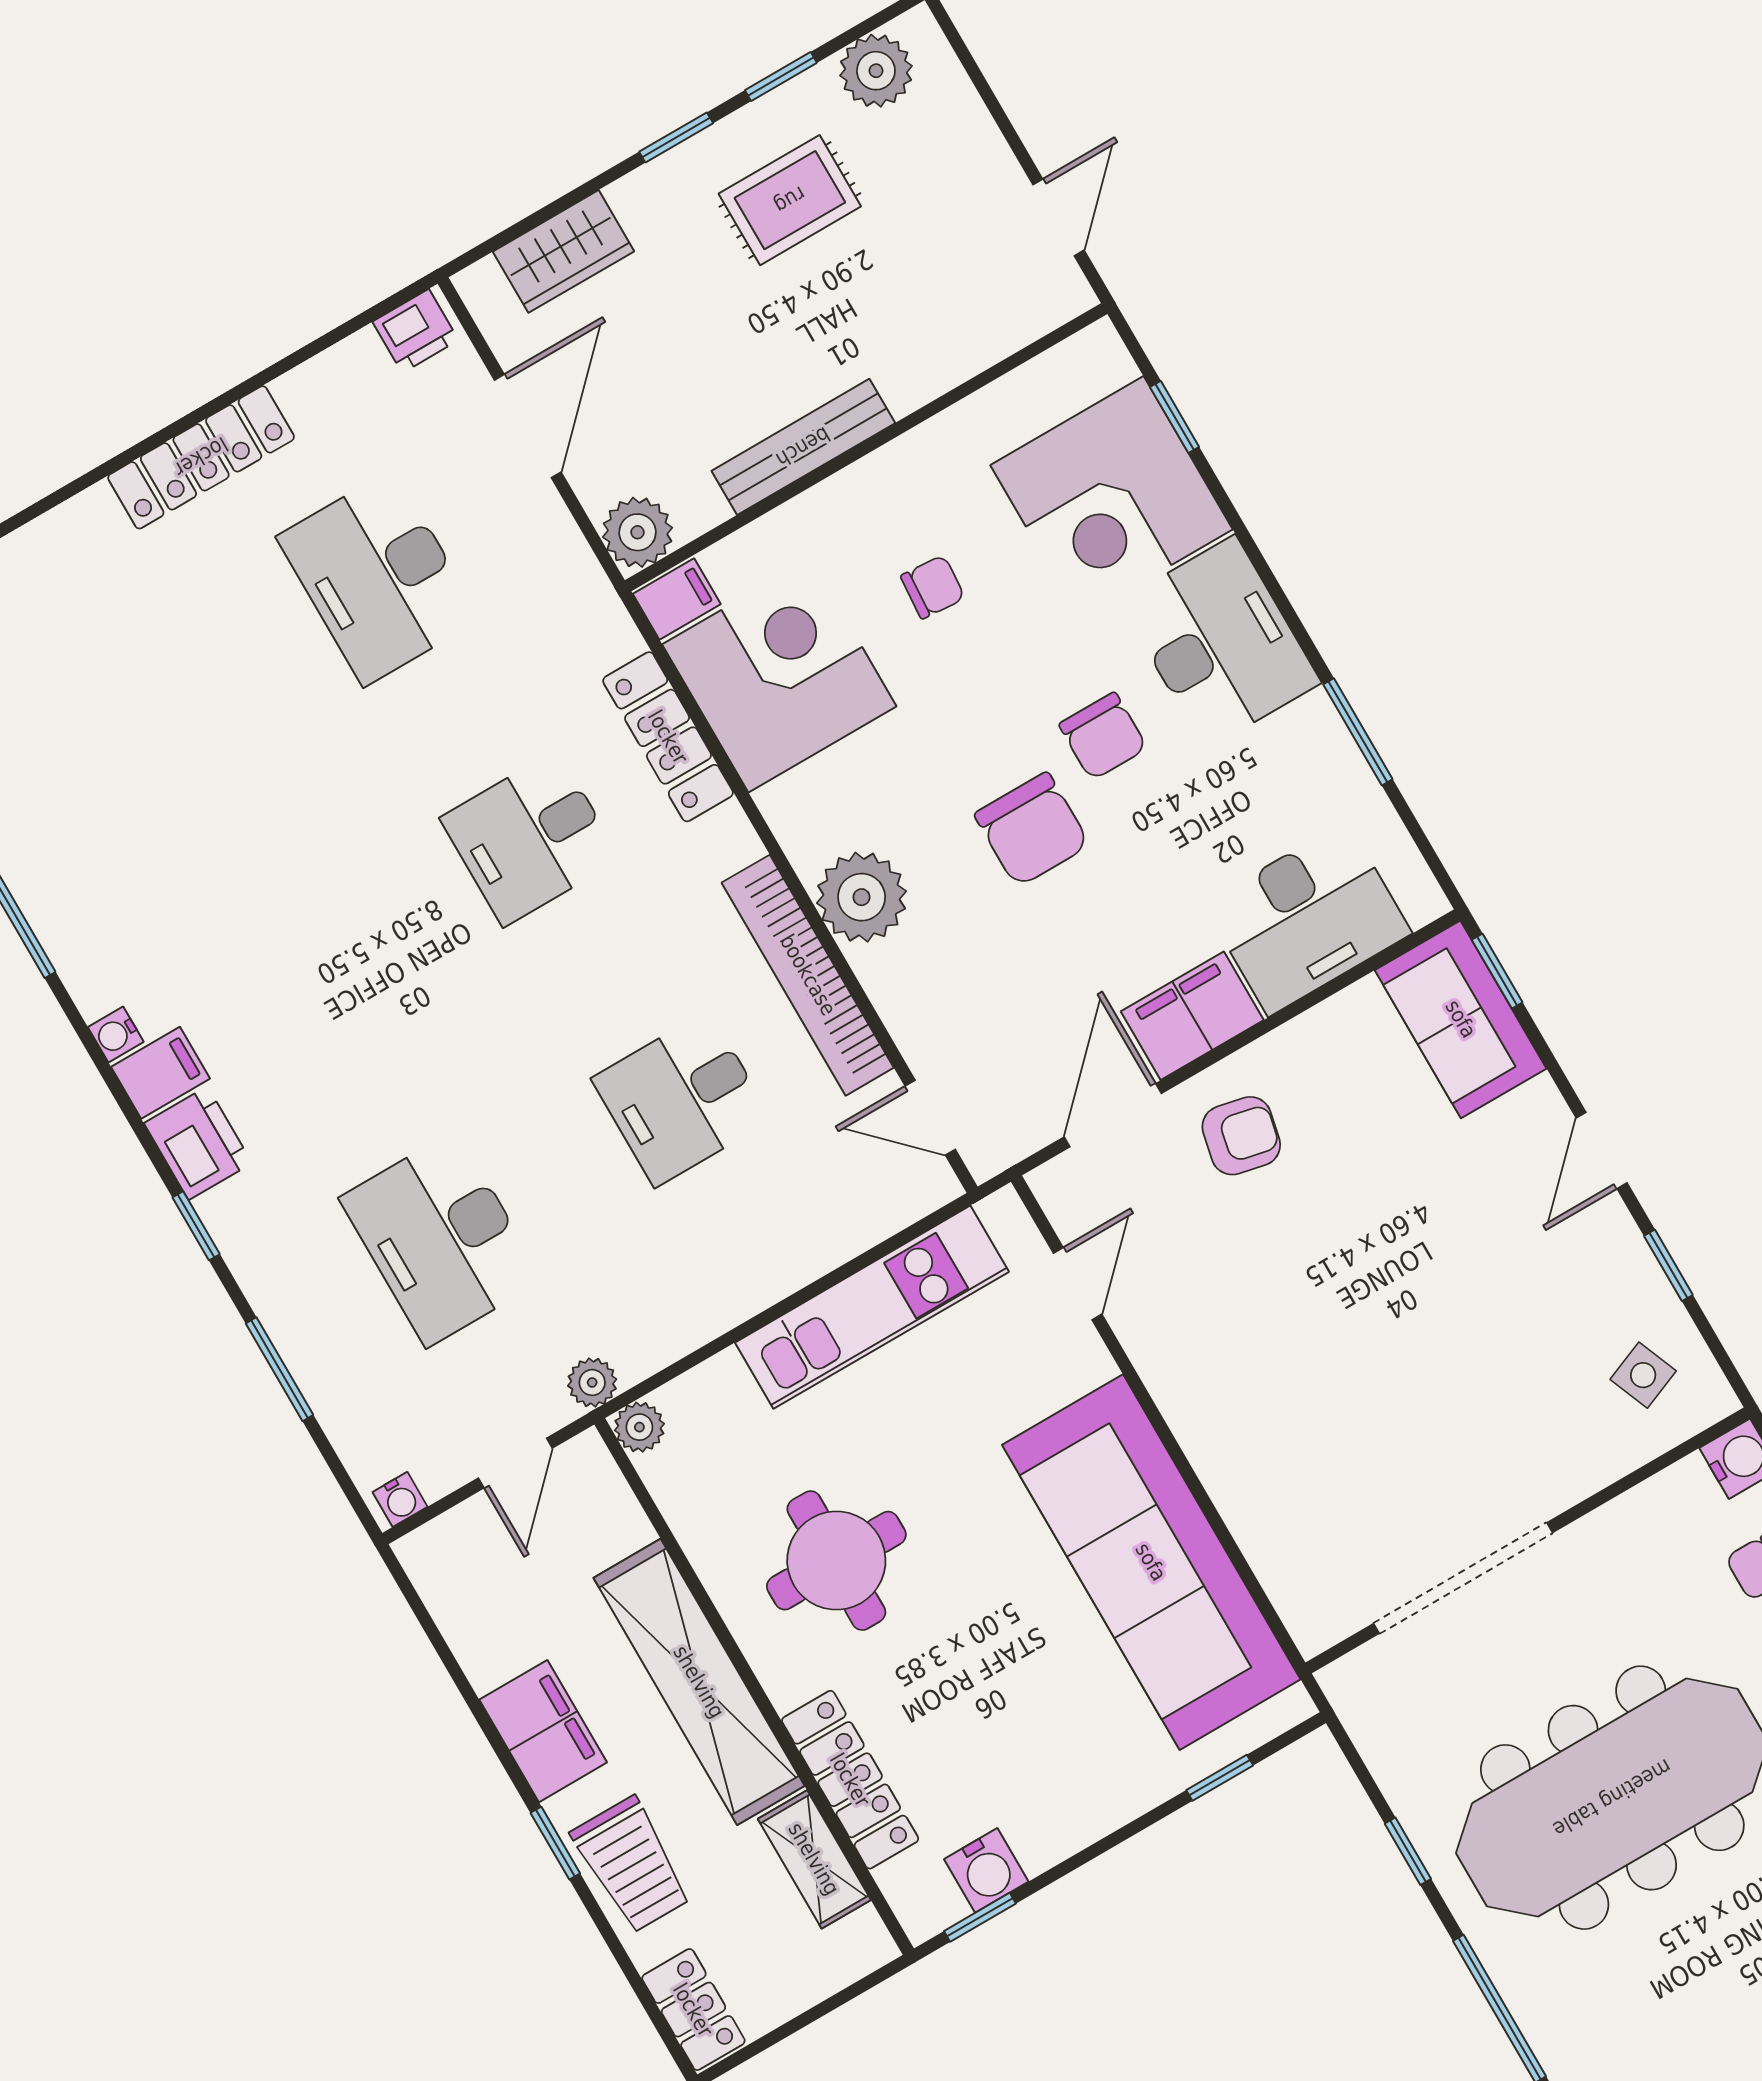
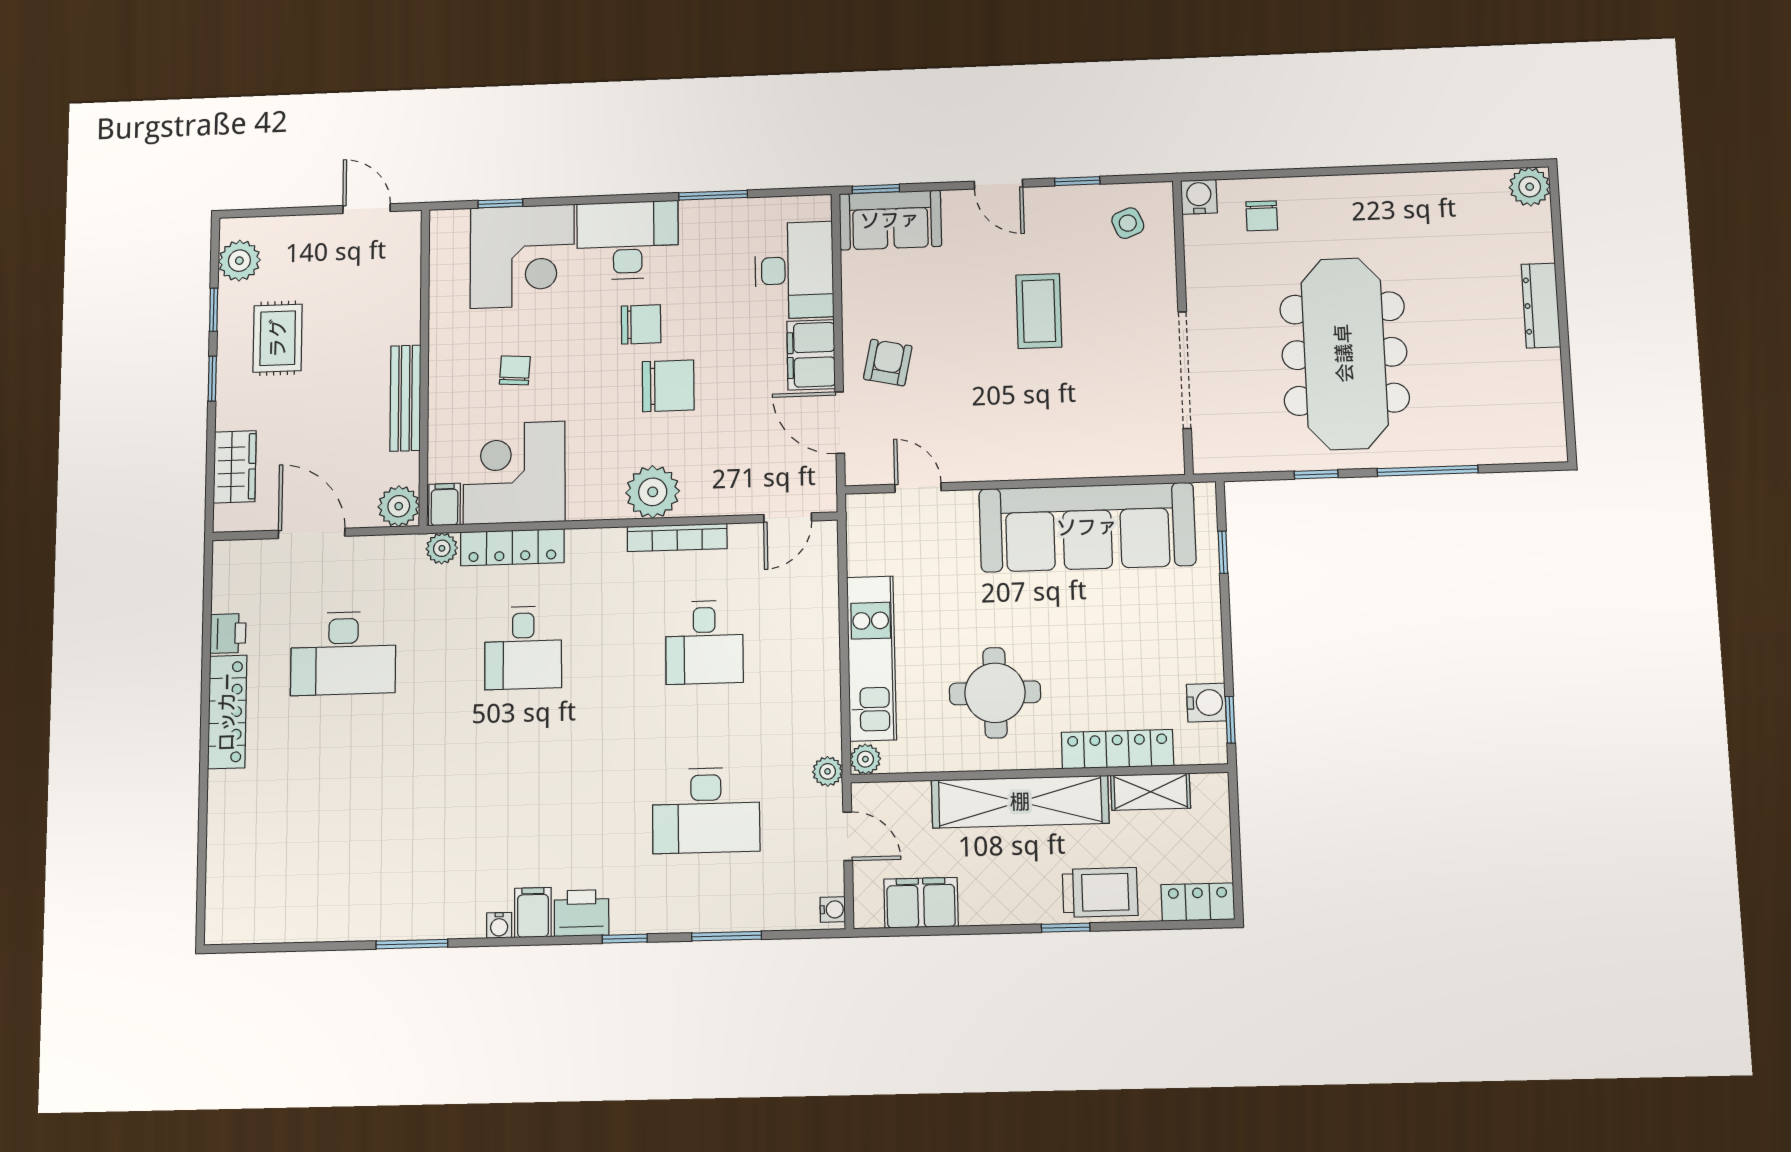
printer: (416, 331) -> (228, 633), moved
plant: (610, 633) -> (442, 548), added
bookcase: (808, 975) -> (677, 538), width x0.68, depth x0.76
kitchen unit: (872, 1307) -> (871, 658), moved
coffee table: (1439, 1316) -> (1039, 311), added
filing cabinet: (543, 1731) -> (921, 903), moved

